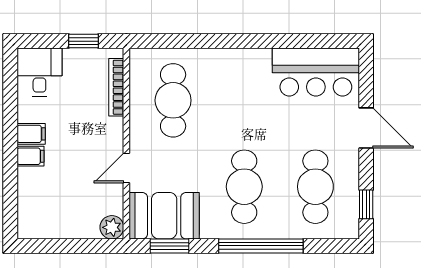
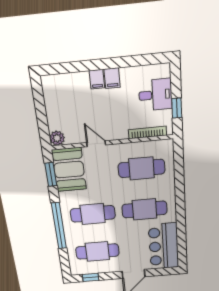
desk: (39, 72) -> (155, 95), moved
cafe table: (244, 100) -> (144, 209), added

